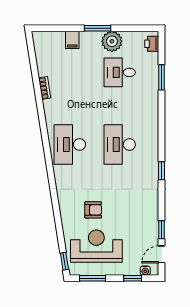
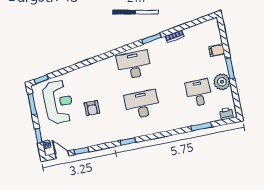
window: (42, 117) -> (152, 39), added
armchair: (93, 210) -> (92, 108), moved

